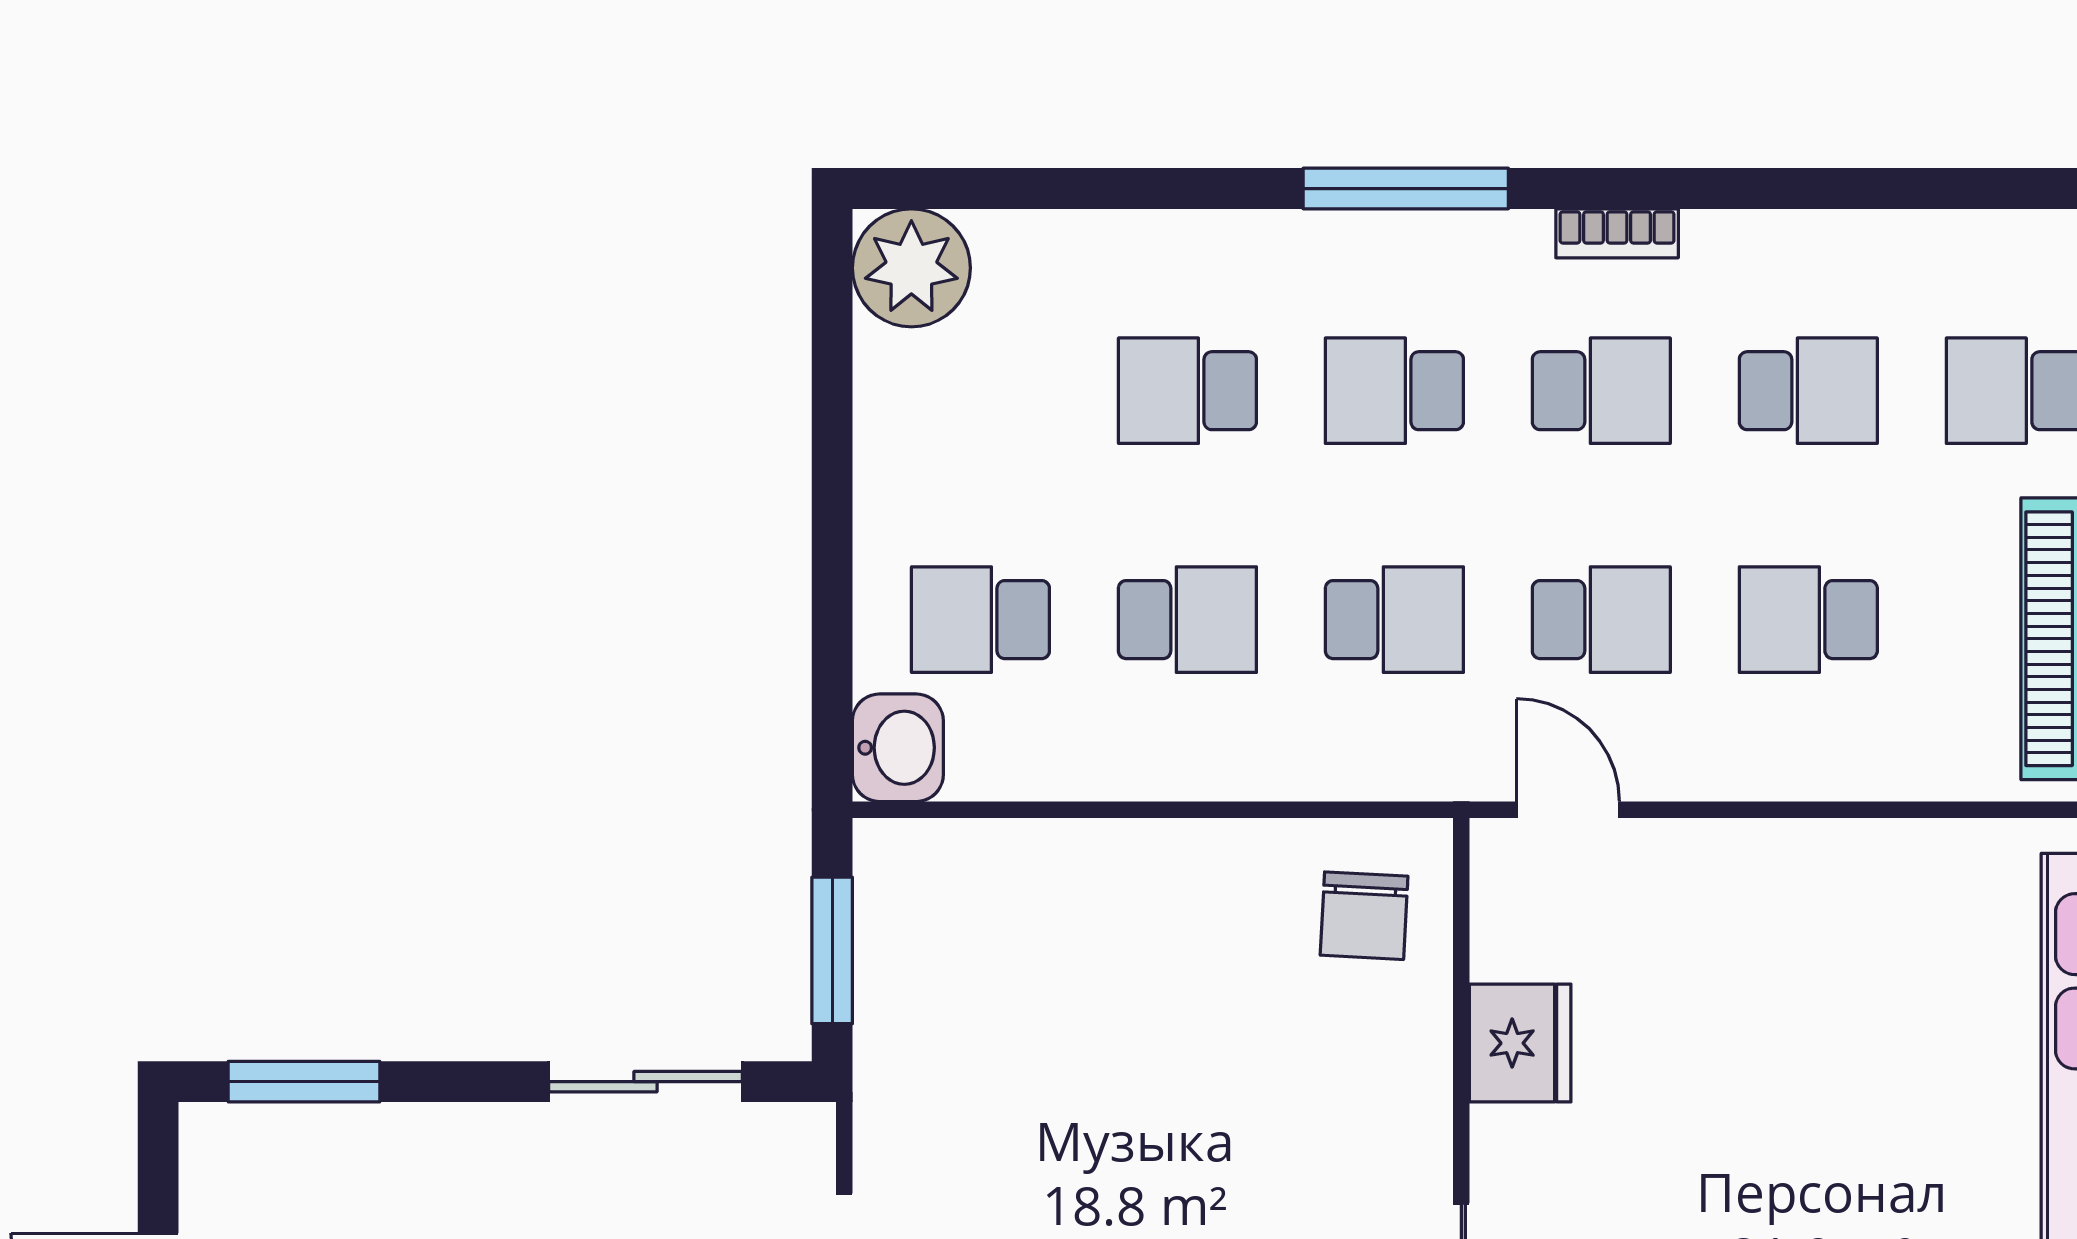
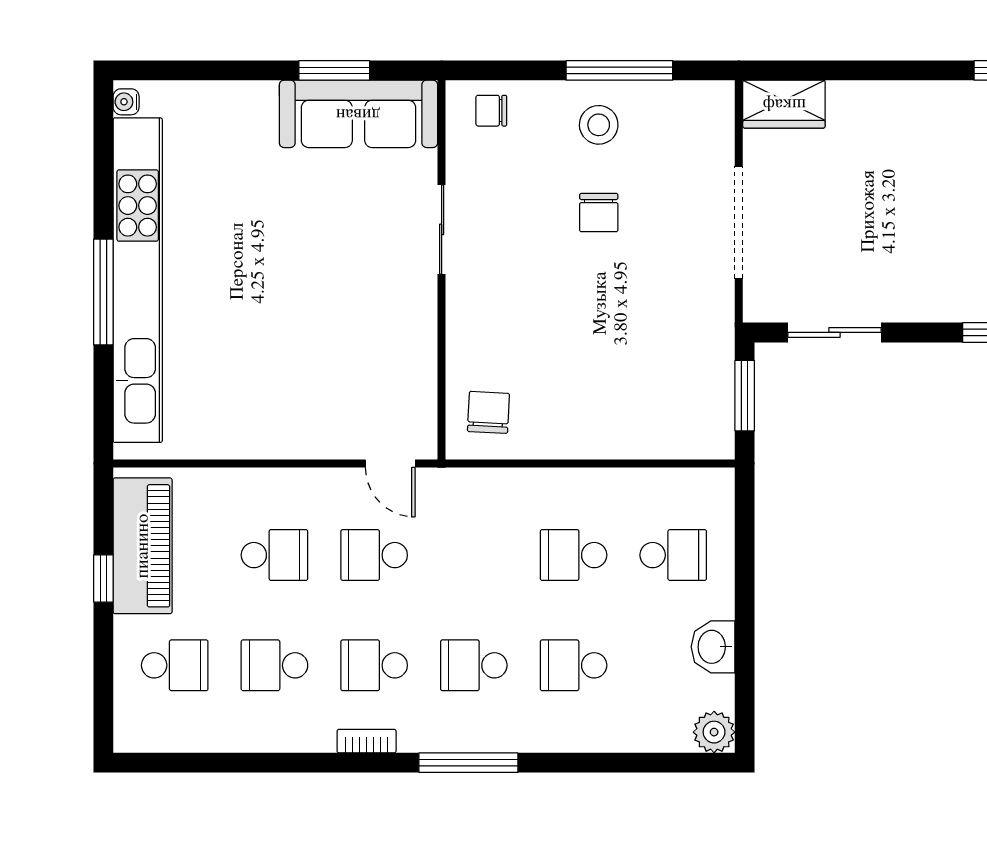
plant: (911, 268) -> (714, 732), width x0.73, depth x0.73
school desk: (1187, 391) -> (574, 665), turned 180
school desk: (1394, 391) -> (474, 665), turned 180
school desk: (1394, 620) -> (474, 555), removed
washbasin: (898, 748) -> (713, 647), moved
fridge: (1520, 1043) -> (413, 351), removed

